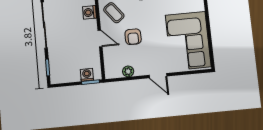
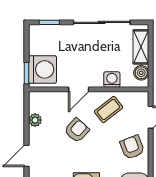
armchair: (133, 37) -> (77, 130), turned 132
washing machine: (87, 75) -> (42, 69), width x1.89, depth x1.89

